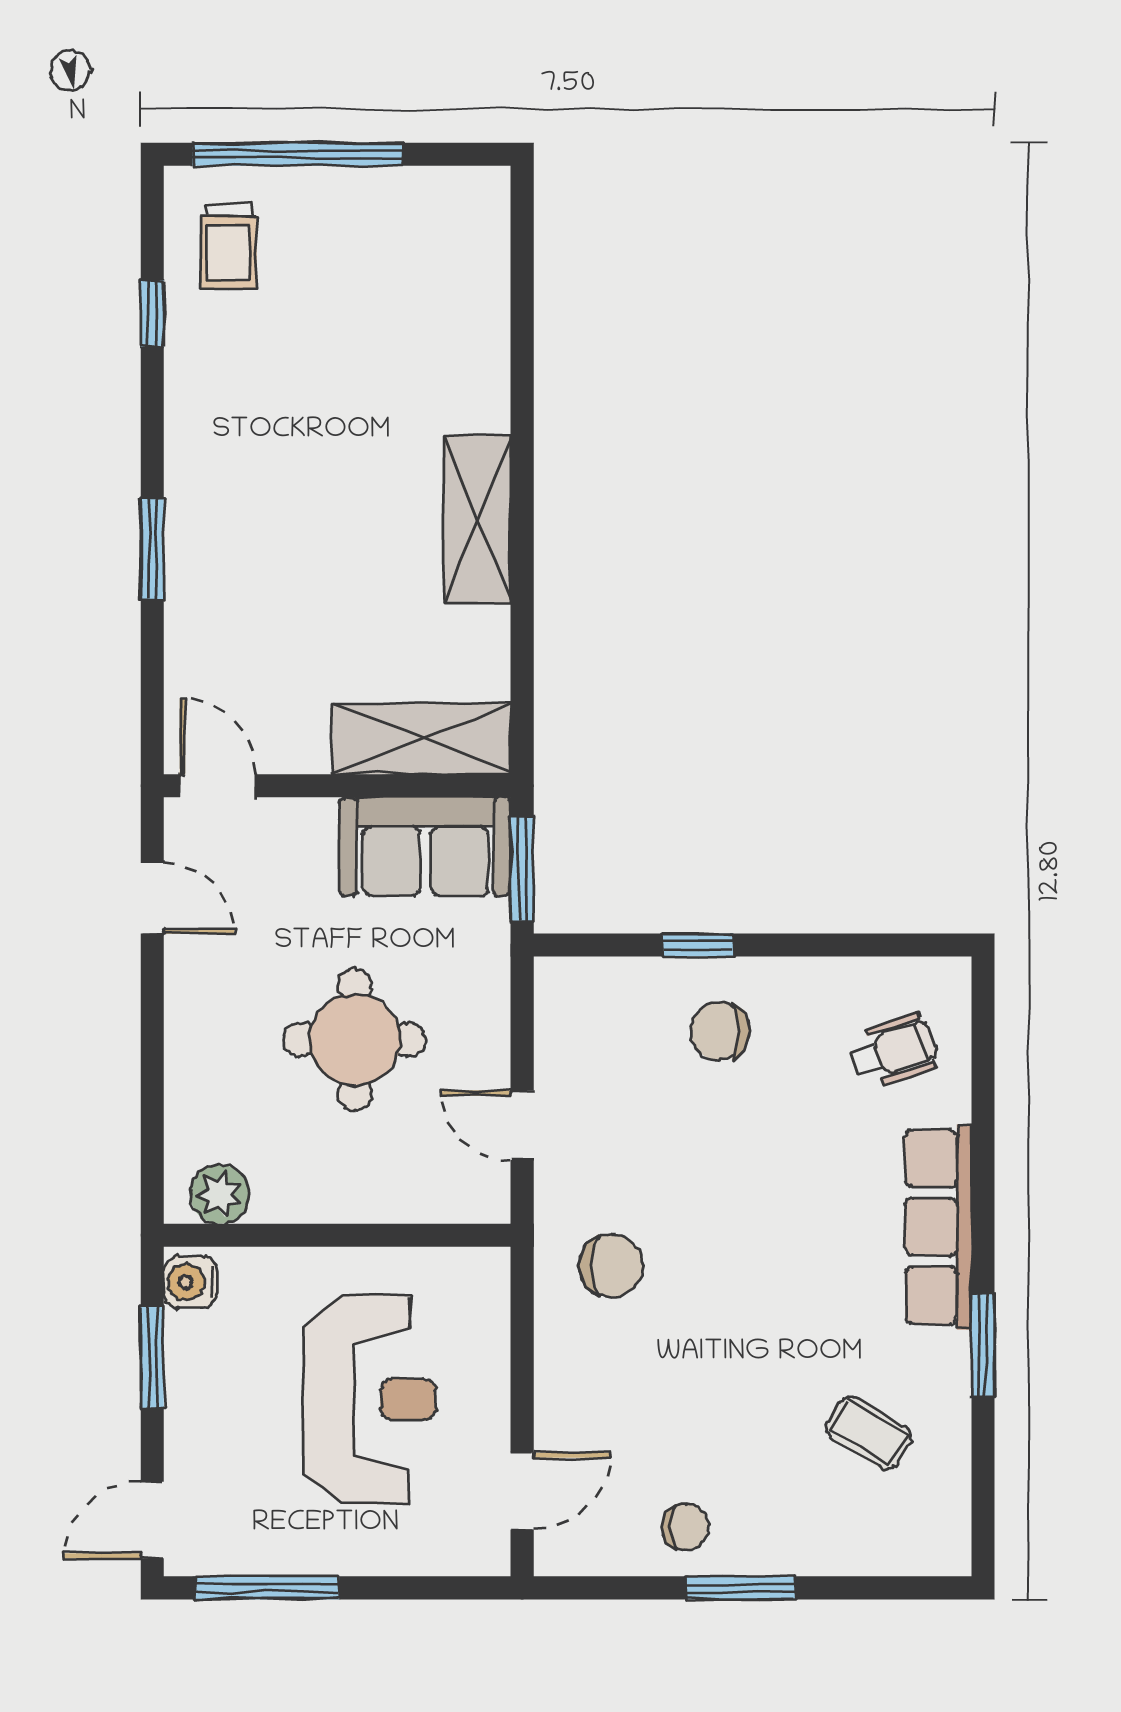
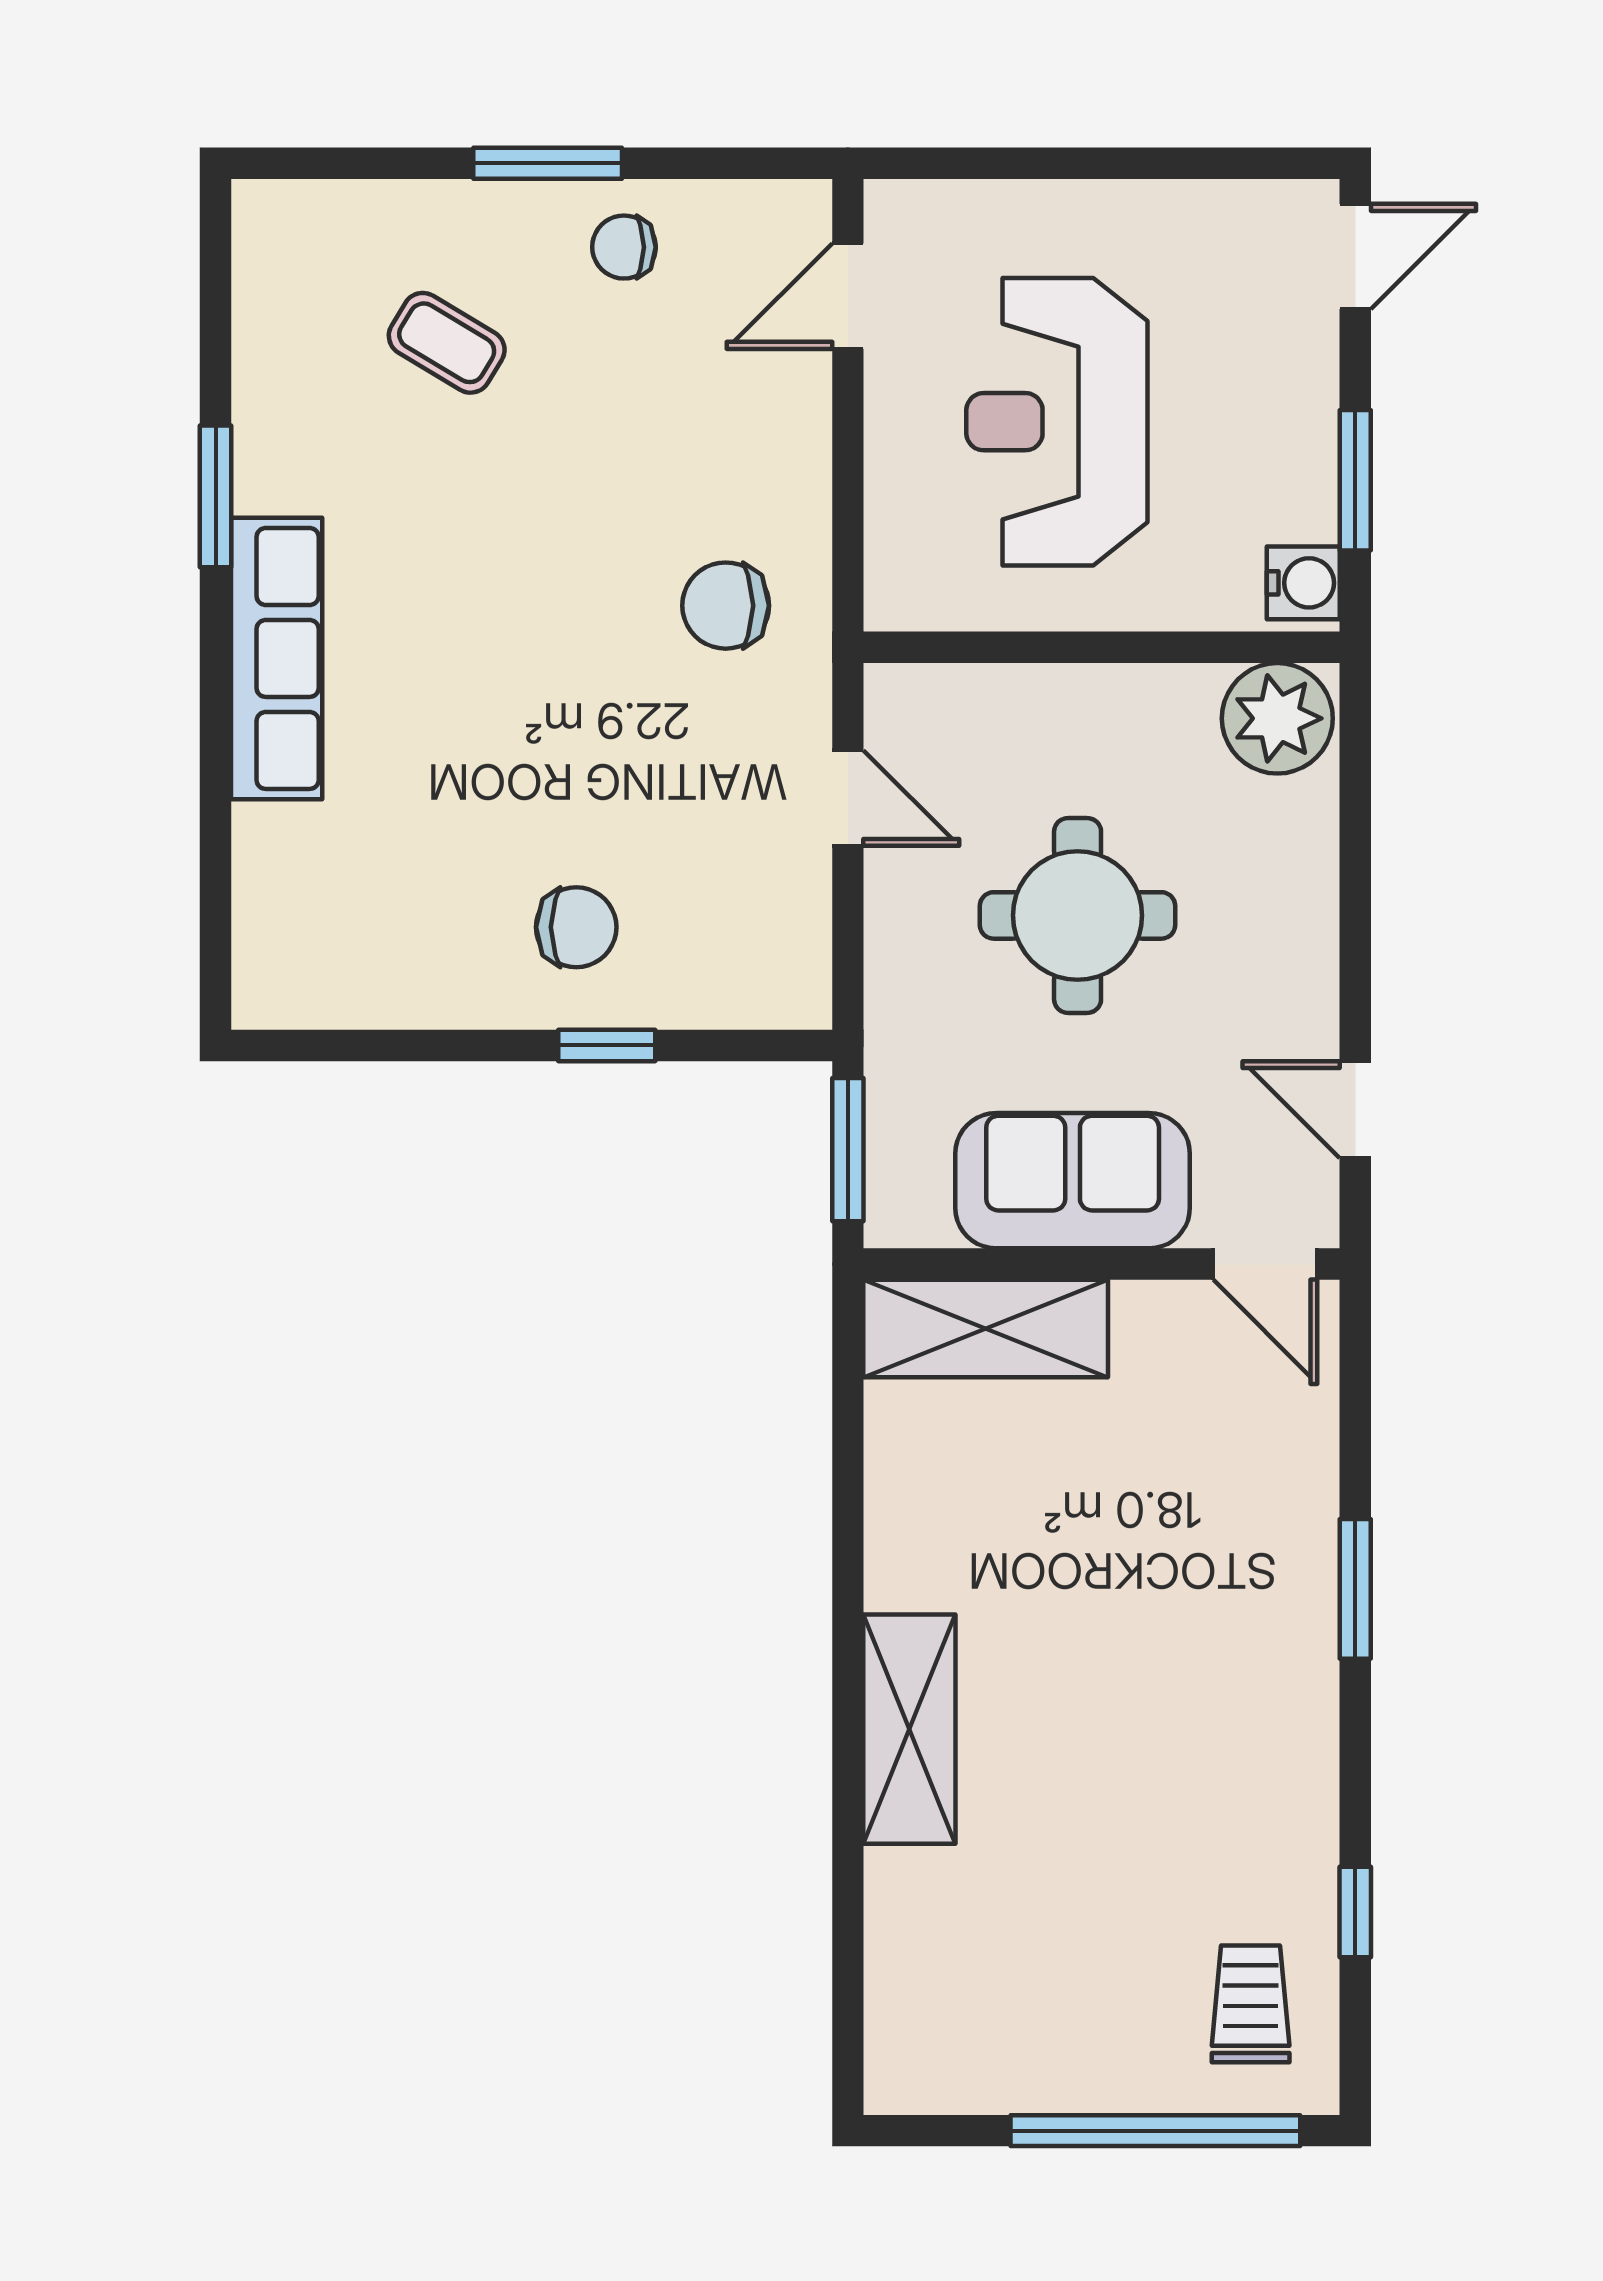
shelving: (477, 520) -> (909, 1729), moved
sofa: (425, 846) -> (1073, 1181), moved
wheelchair: (894, 1051) -> (337, 900), removed
plant: (220, 1194) -> (1277, 718), width x1.36, depth x1.36
coffee table: (868, 1433) -> (447, 343), moved
window: (267, 1588) -> (1198, 163), removed

